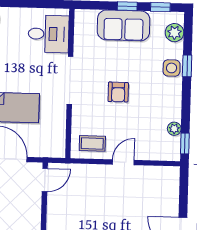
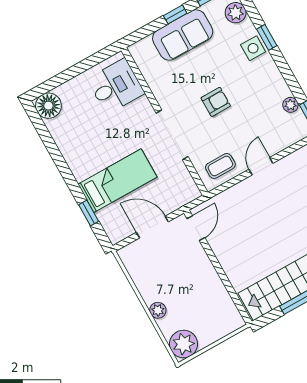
doorway: (70, 80) -> (172, 135), moved
armchair: (118, 92) -> (216, 102), turned -90

